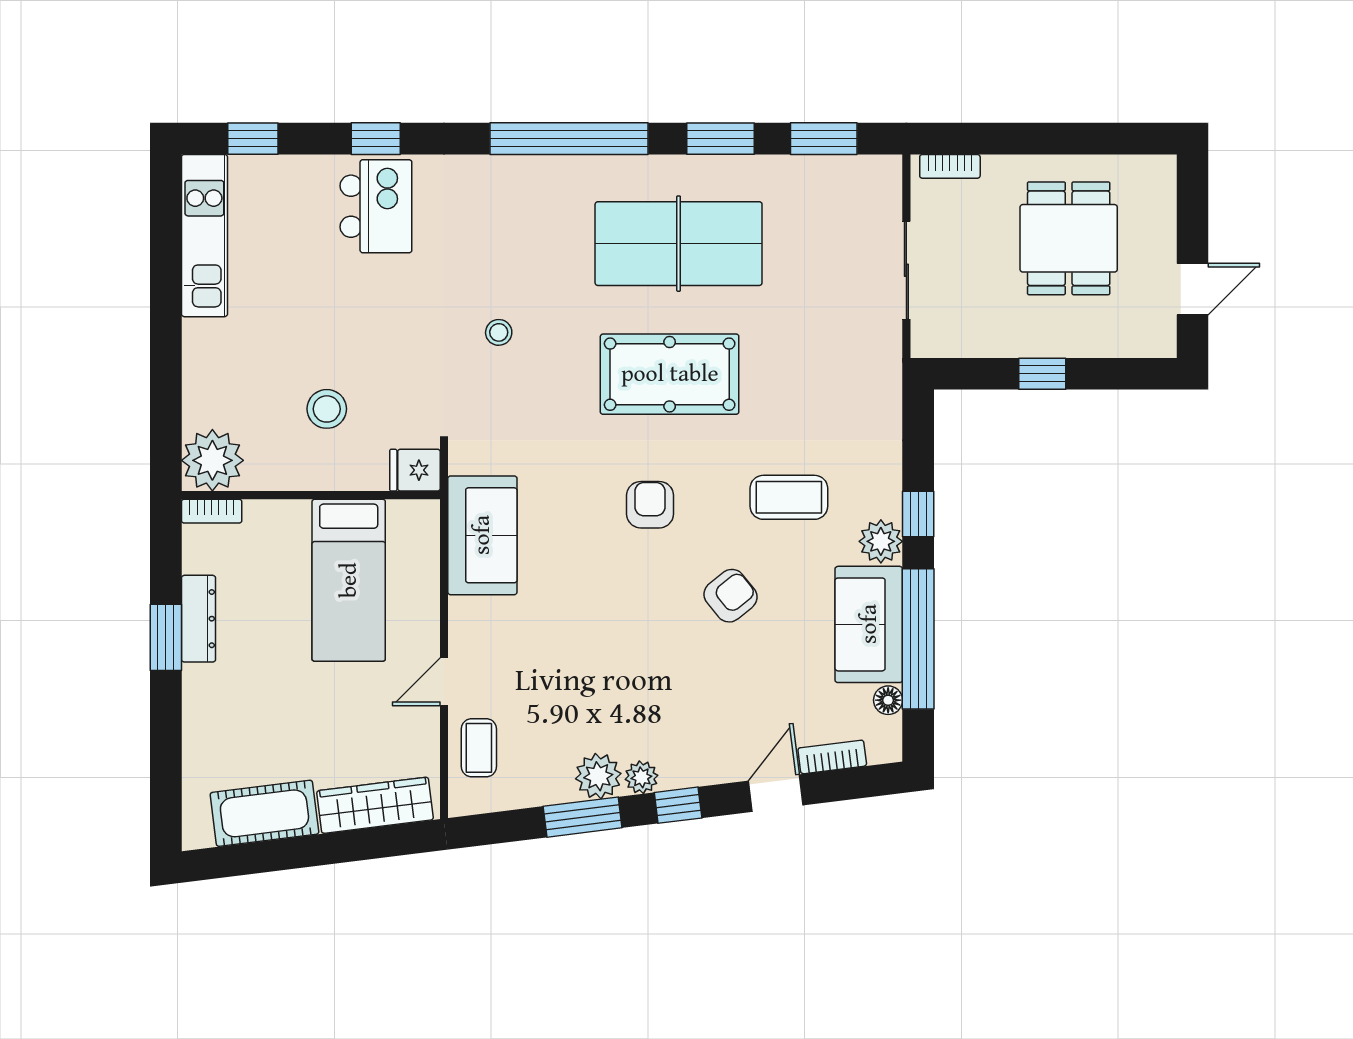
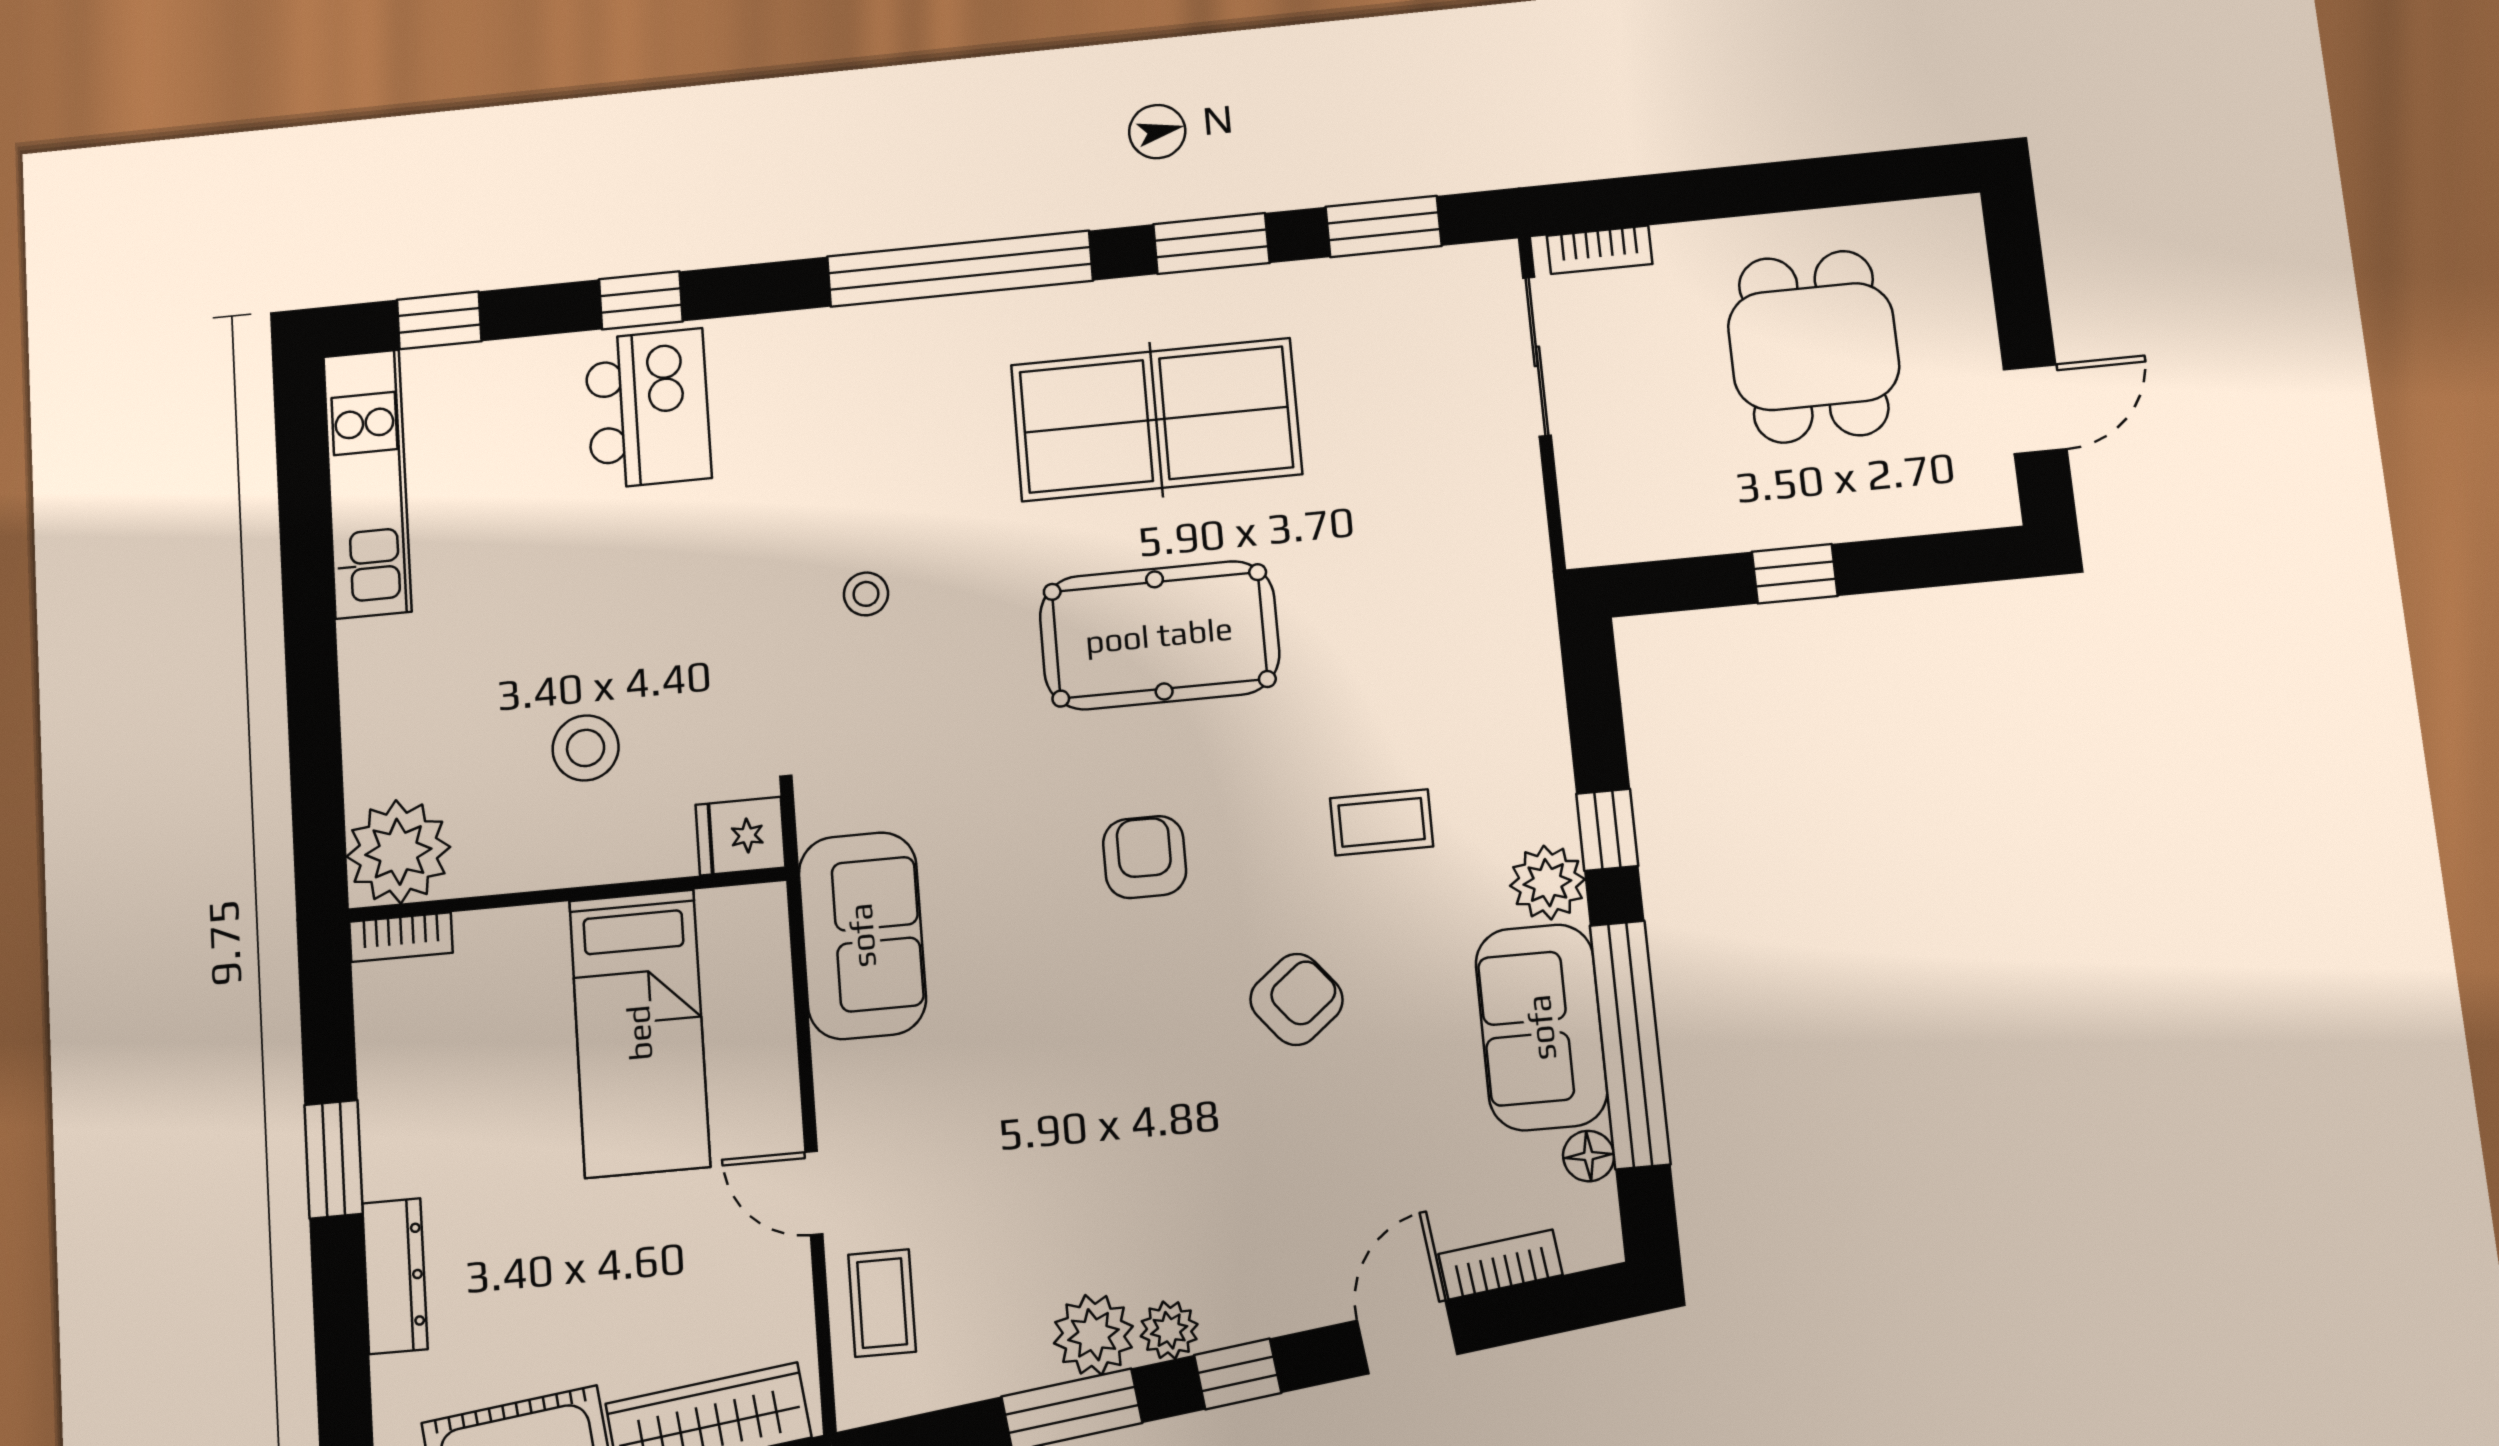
sliding door: (906, 270) -> (1537, 356), moved
coffee table: (789, 497) -> (1382, 822), width x0.73, depth x0.77
dresser: (198, 619) -> (395, 1276), moved
door: (444, 682) -> (814, 1193), hinge flipped

